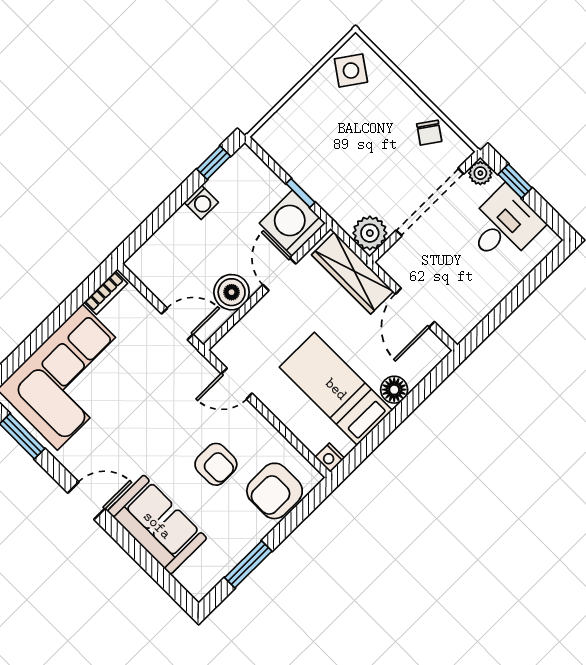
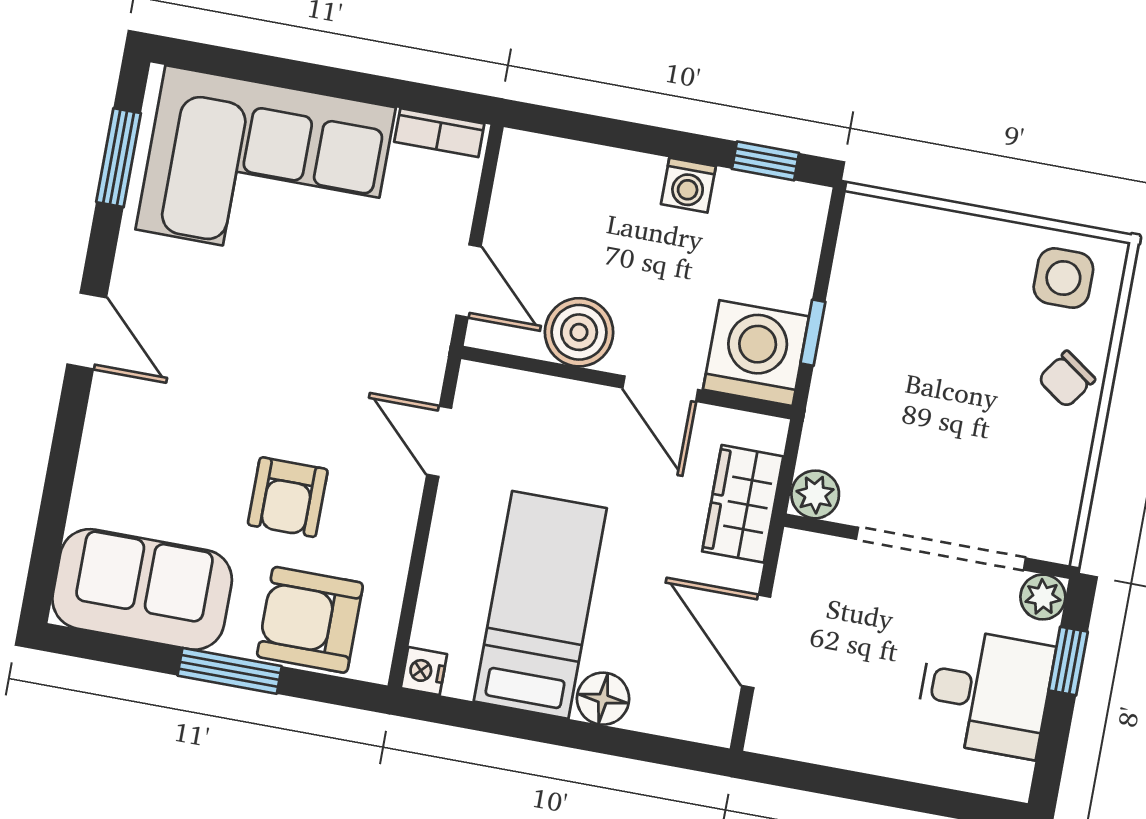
side table: (351, 71) -> (1063, 278), turned -35
chair: (429, 133) -> (1067, 379), moved
plant: (370, 233) -> (815, 494), width x0.73, depth x0.73
wardrobe: (353, 273) -> (743, 504), width x0.67
door: (279, 274) -> (660, 389), swing flipped
door: (415, 308) -> (756, 641), hinge flipped
sofa: (157, 525) -> (142, 589), moved, turned -90
window: (248, 564) -> (230, 671), moved

